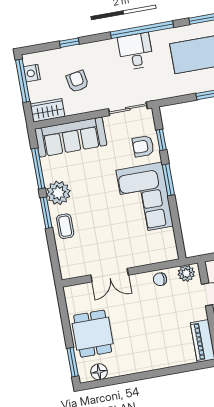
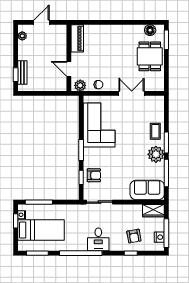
desk: (136, 51) -> (98, 239), moved
armchair: (77, 81) -> (134, 236), moved
sofa: (71, 137) -> (147, 190), width x0.73
corner sofa: (145, 198) -> (99, 125), moved

